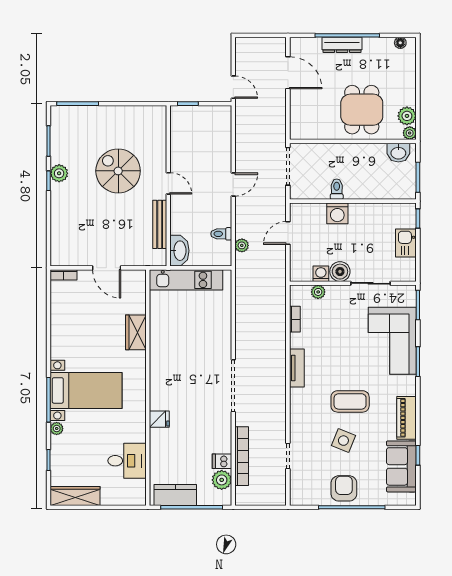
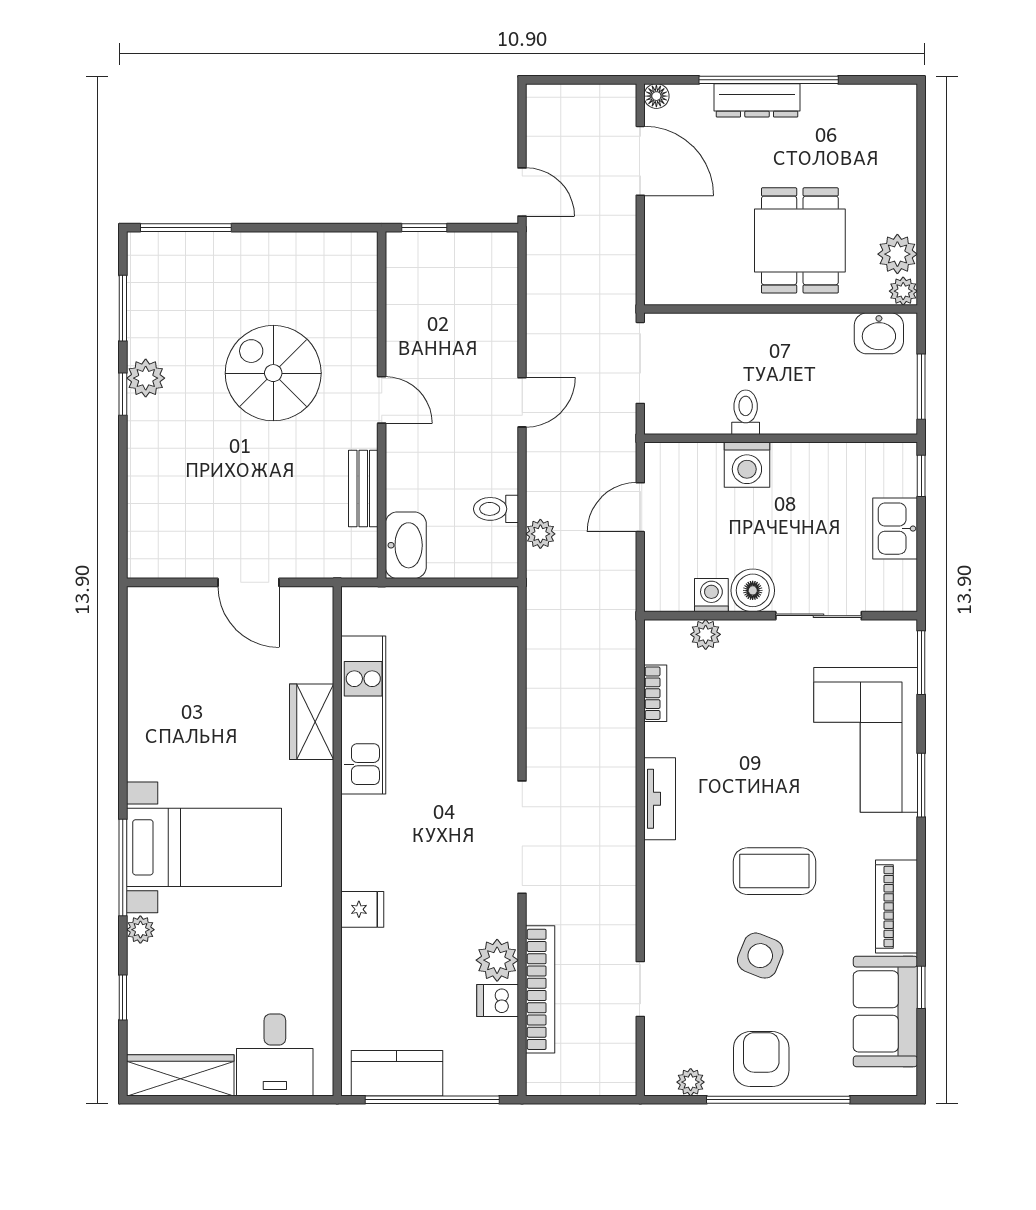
floor lamp: (400, 43) -> (656, 96), moved
bench: (160, 224) -> (363, 489), width x0.73
bookcase: (64, 275) -> (155, 598), removed
kitchen unit: (186, 280) -> (363, 715), moved, turned -90
desk: (127, 461) -> (275, 1055), moved, turned 90
plant: (222, 480) -> (497, 960), moved
plant: (311, 499) -> (691, 1082), added

